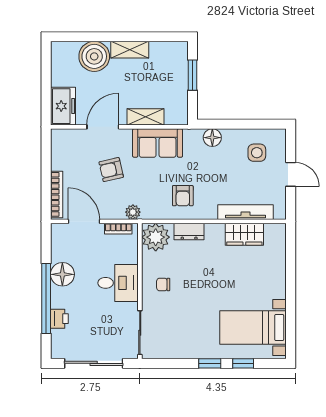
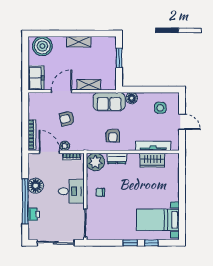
boiler: (94, 56) -> (42, 46), moved
sofa: (158, 143) -> (109, 102), moved
plant: (133, 212) -> (65, 146), moved

